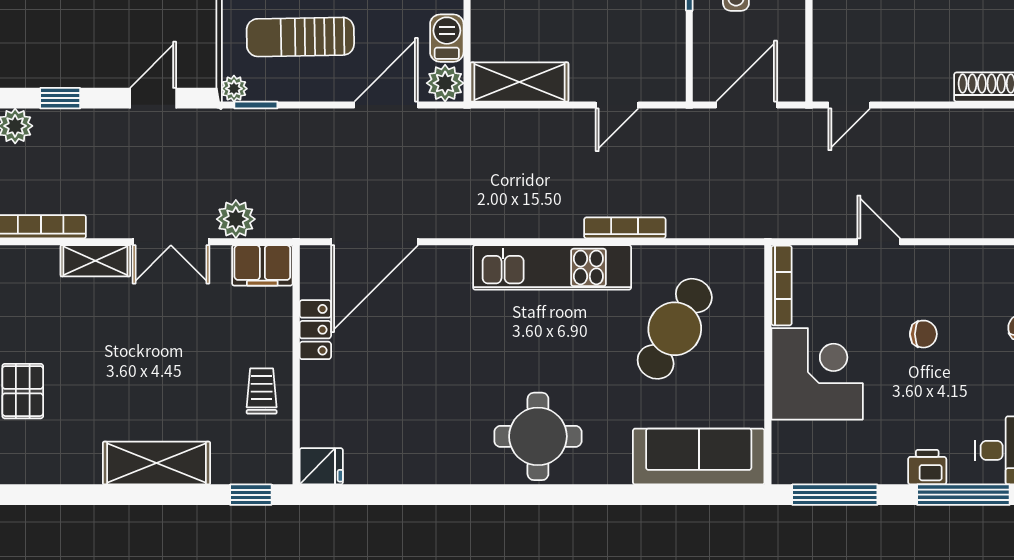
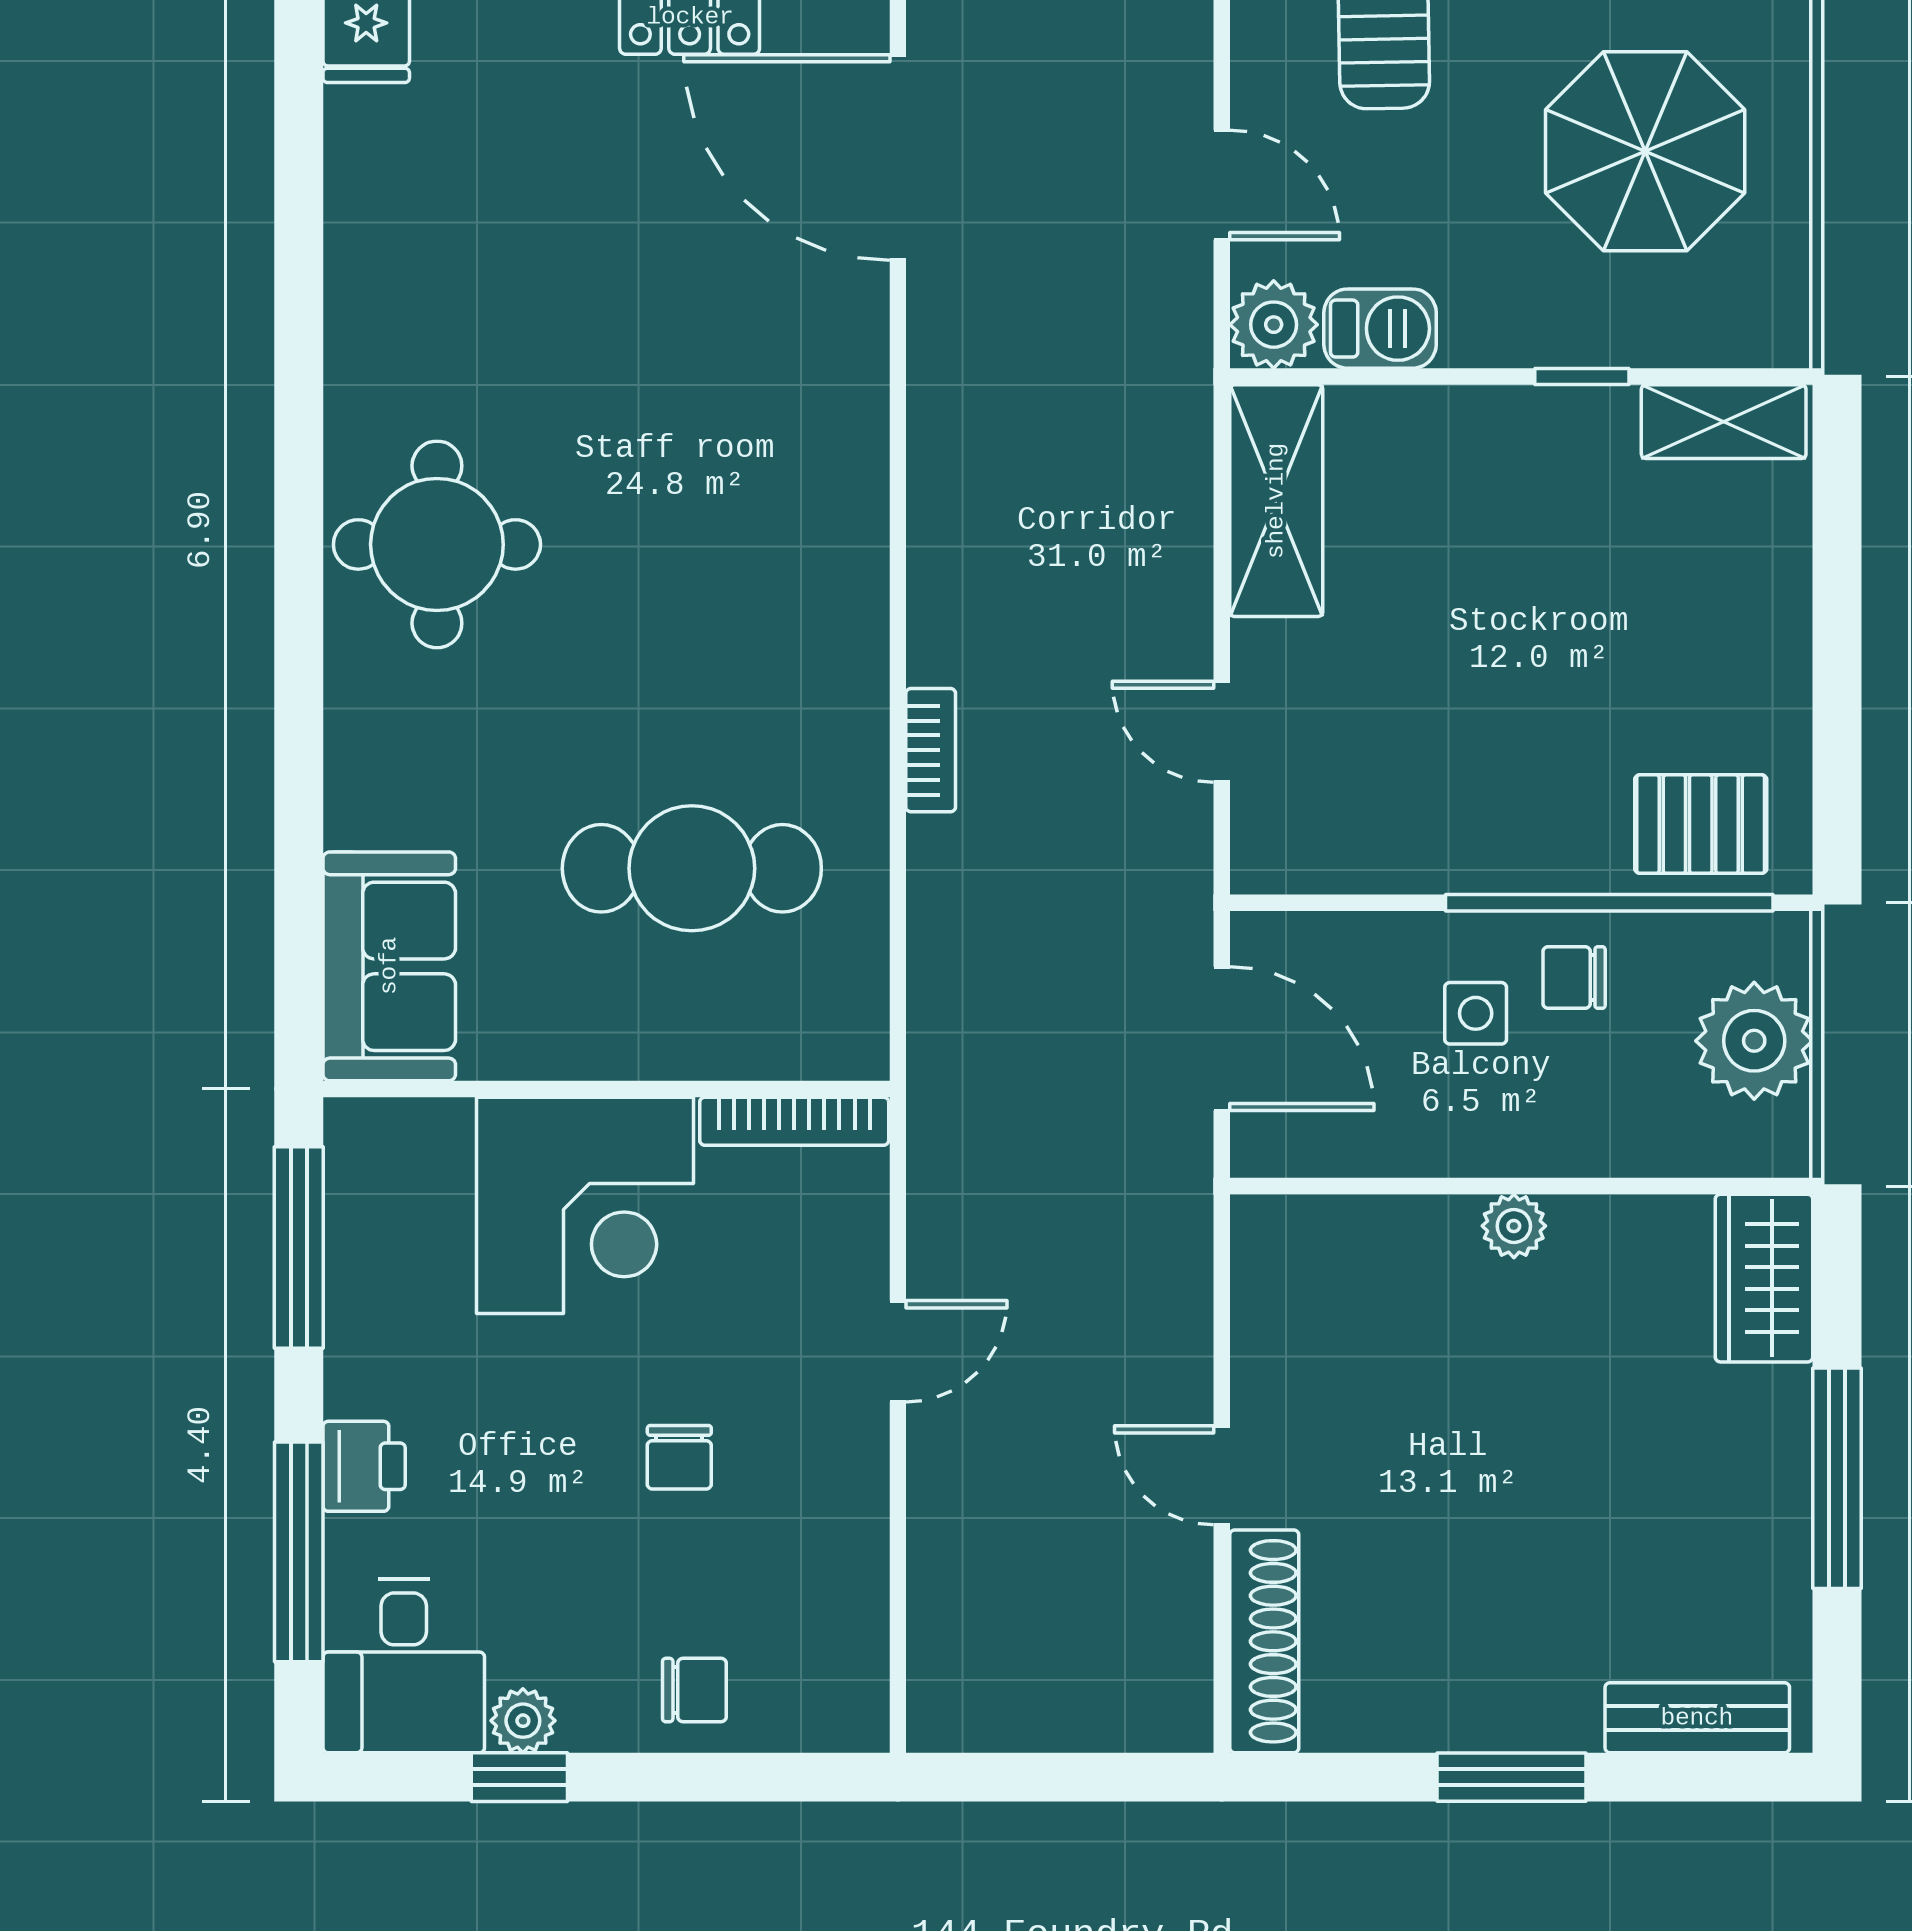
door: (386, 105) -> (1222, 185), width x0.73
door: (849, 105) -> (1222, 1475), moved
bookcase: (625, 228) -> (931, 750), width x0.64
kitchen unit: (552, 267) -> (837, 578), removed
cafe table: (675, 329) -> (692, 868), turned -30
sofa: (699, 457) -> (389, 966), width x0.73

